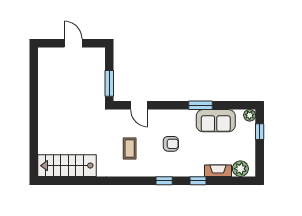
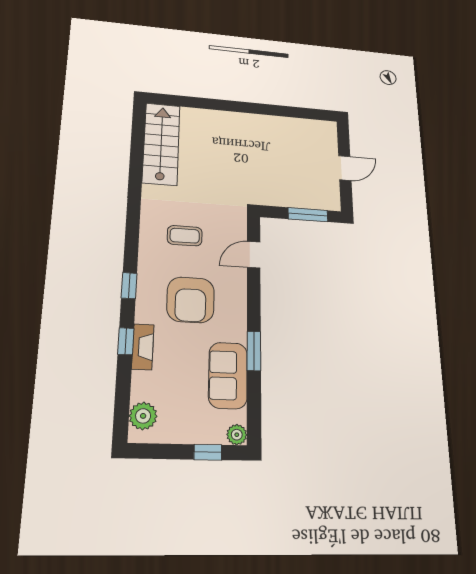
window: (109, 83) -> (308, 215), moved
armchair: (171, 144) -> (191, 300), width x1.88, depth x1.88
fireplace: (218, 171) -> (143, 347), moved

